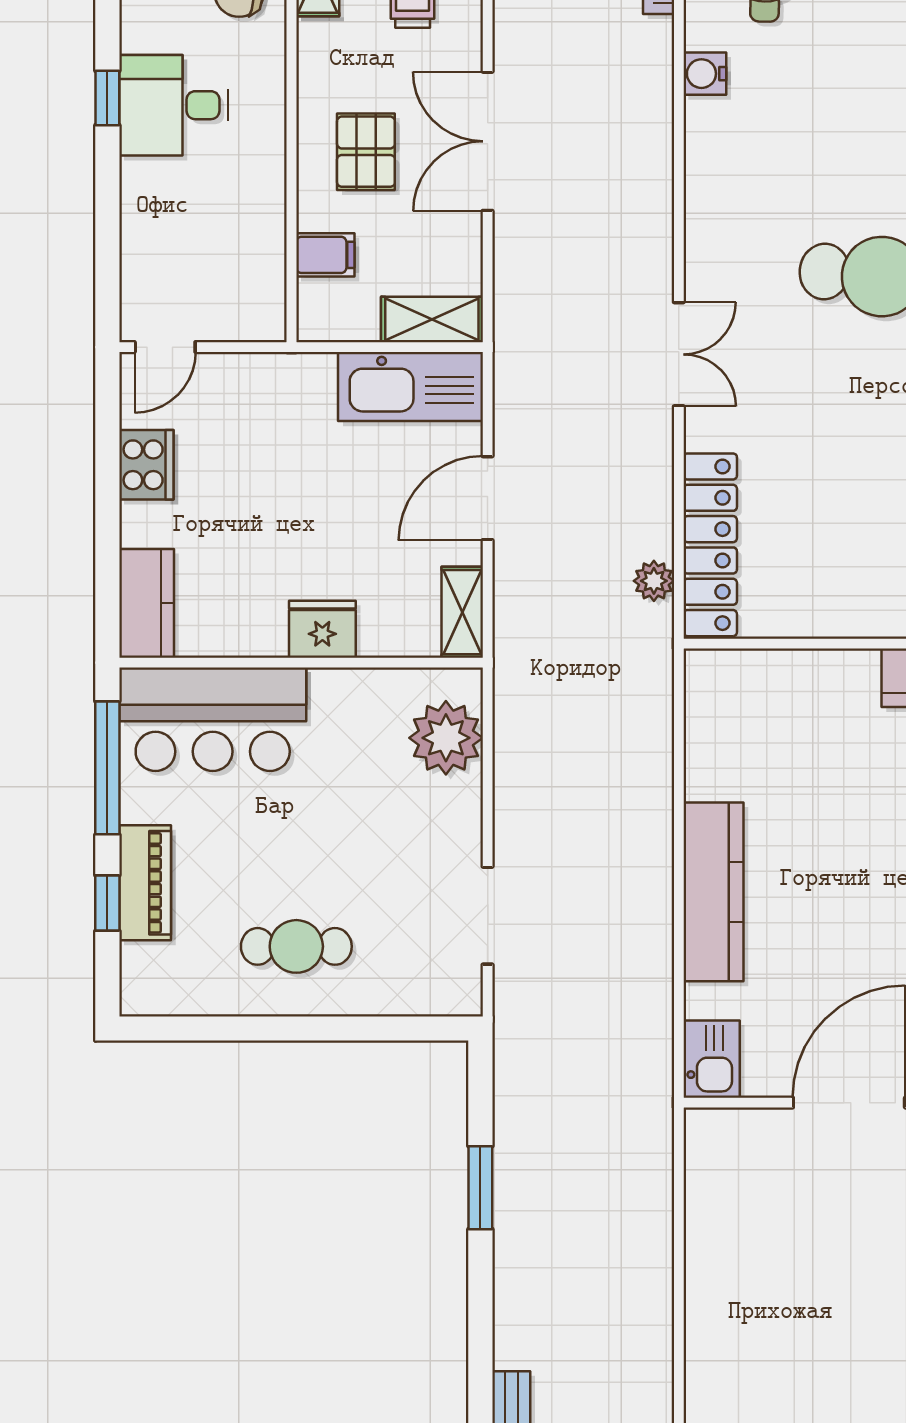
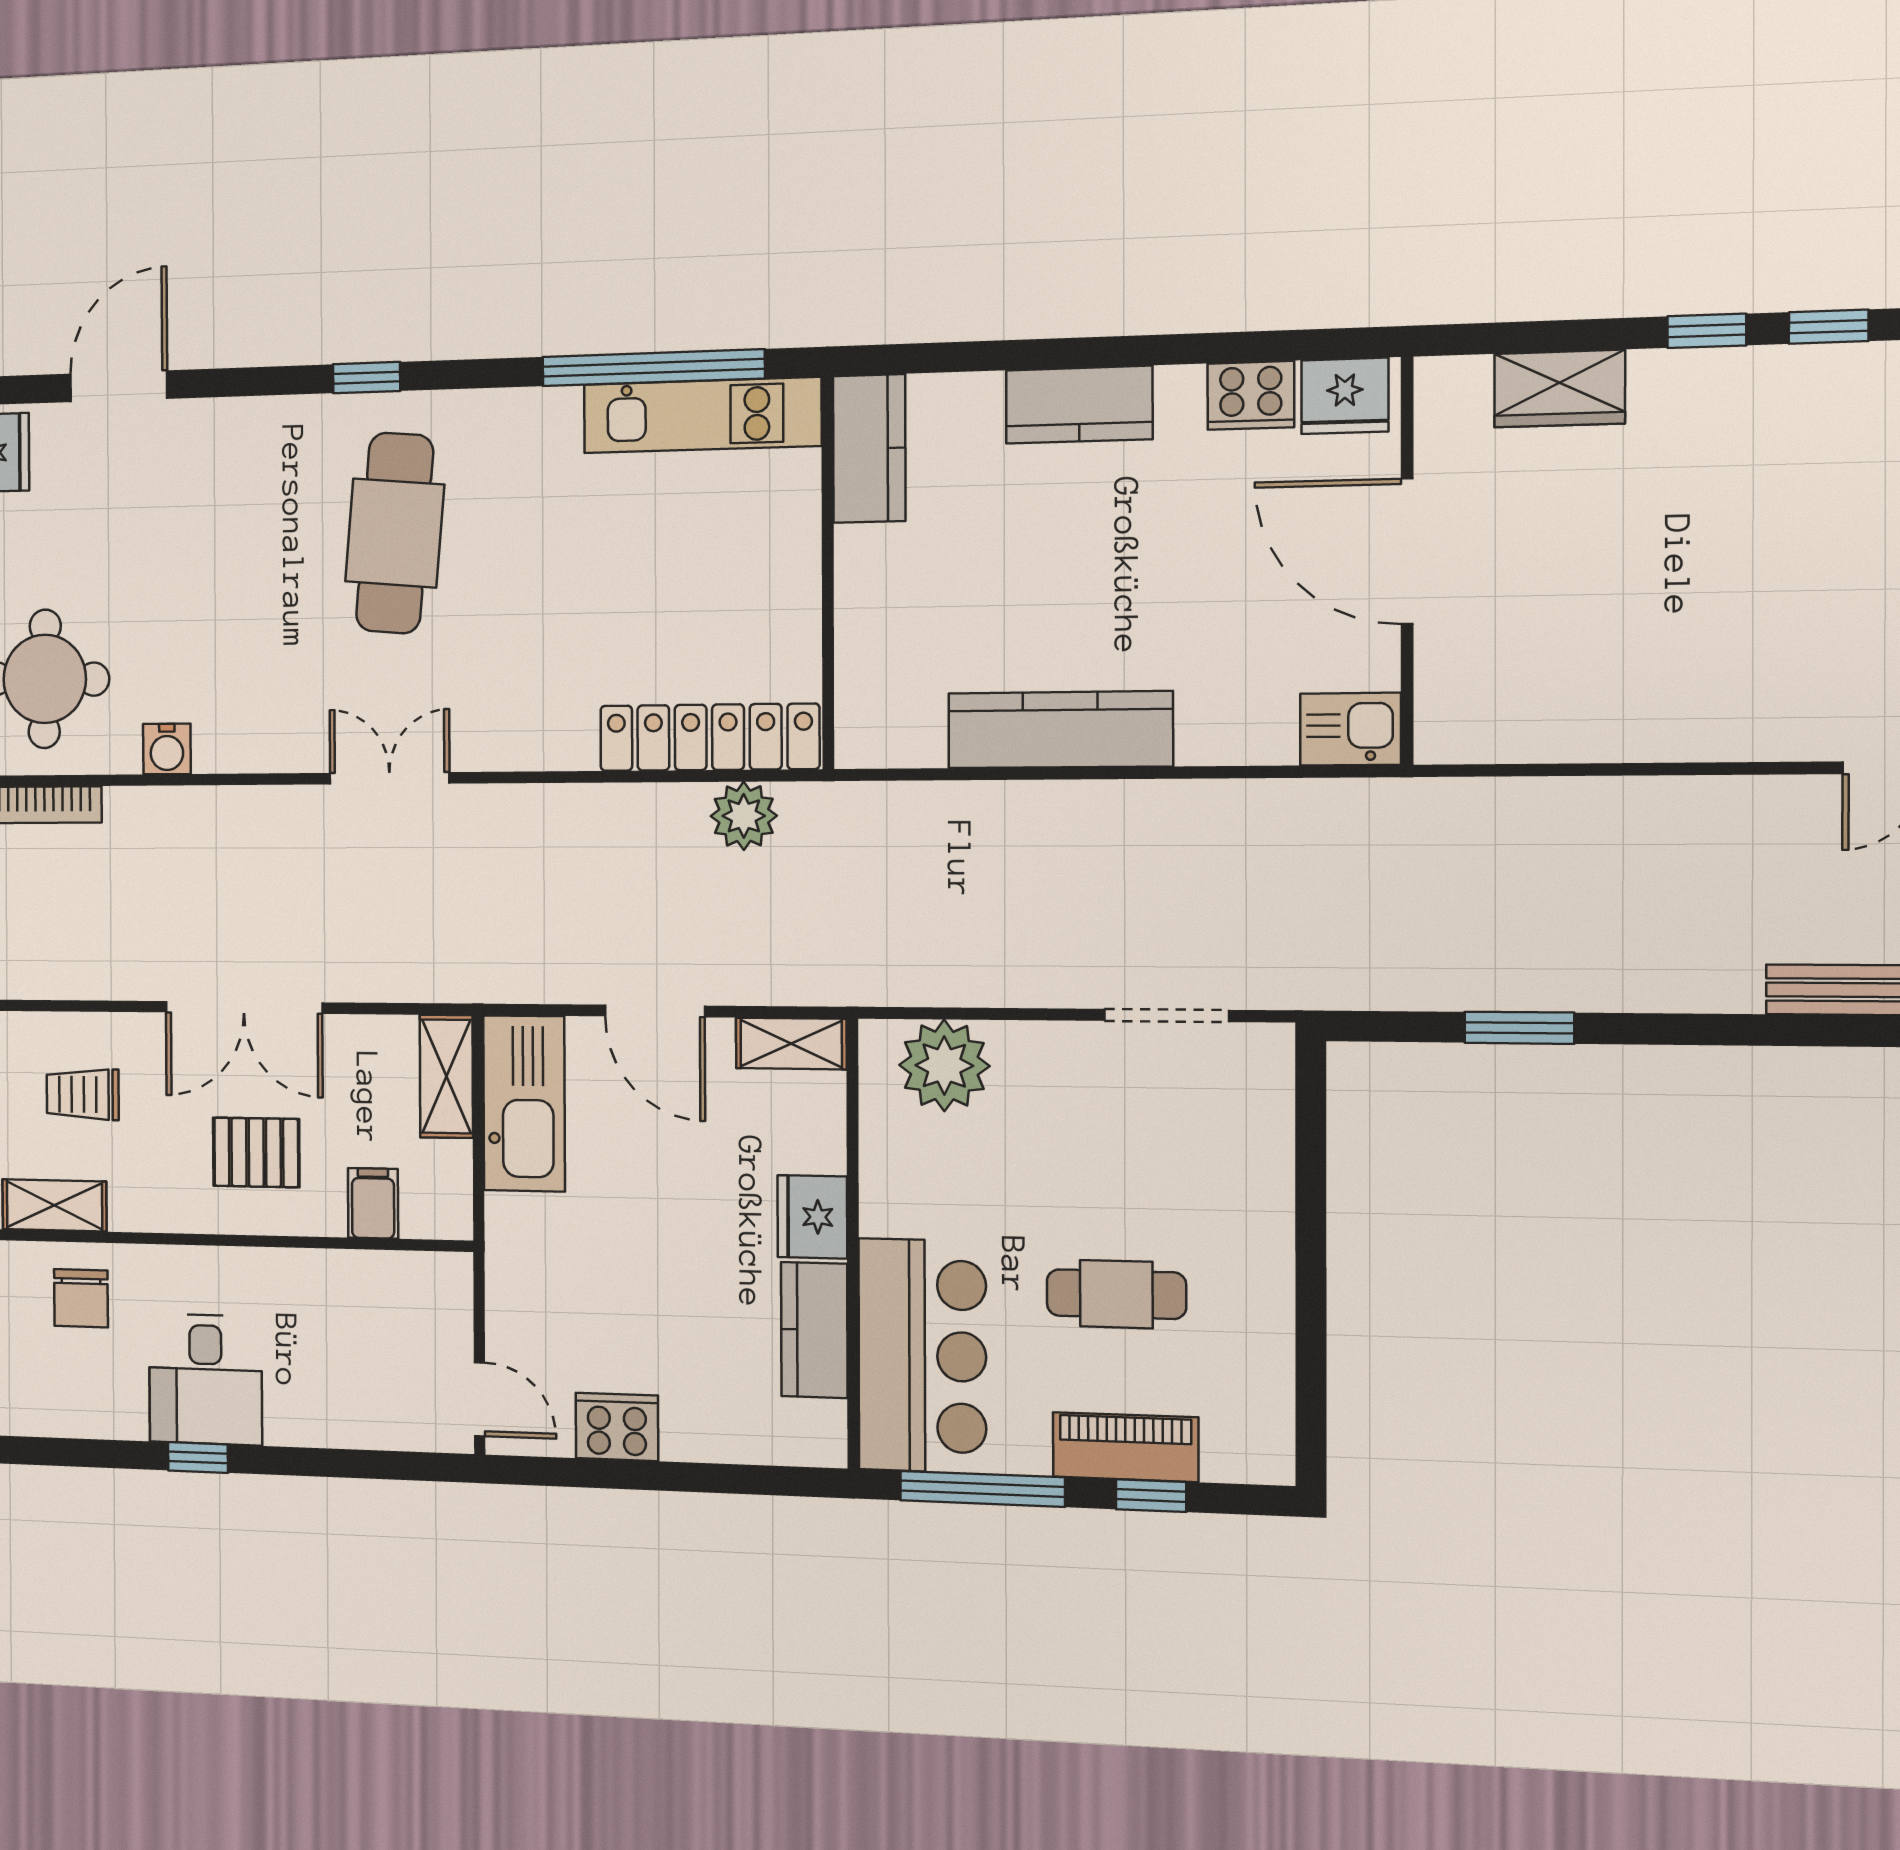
double door: (679, 354) -> (389, 778), moved
plant: (654, 581) -> (744, 816), width x1.38, depth x1.38
kitchen counter: (147, 603) -> (814, 1330), moved, turned -90
kitchen counter: (713, 892) -> (1060, 730), moved
cafe table: (296, 946) -> (1116, 1294), moved, turned 90

